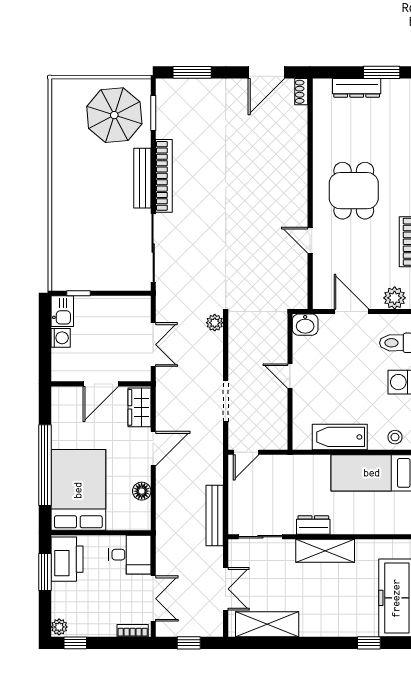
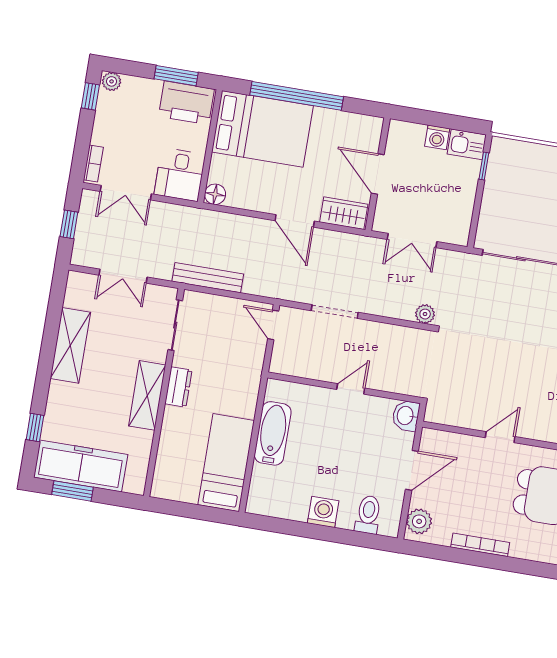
stool: (395, 437) -> (262, 496), removed
floor lamp: (142, 491) -> (215, 194), moved
shelving: (267, 624) -> (70, 345), moved

